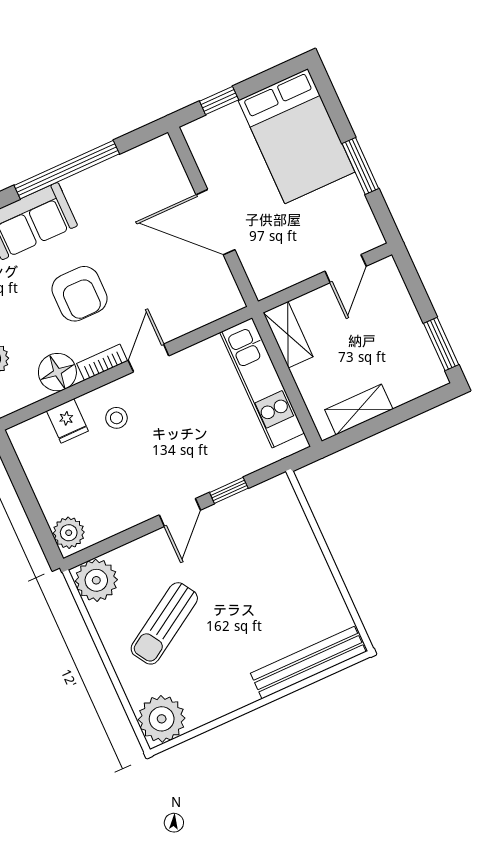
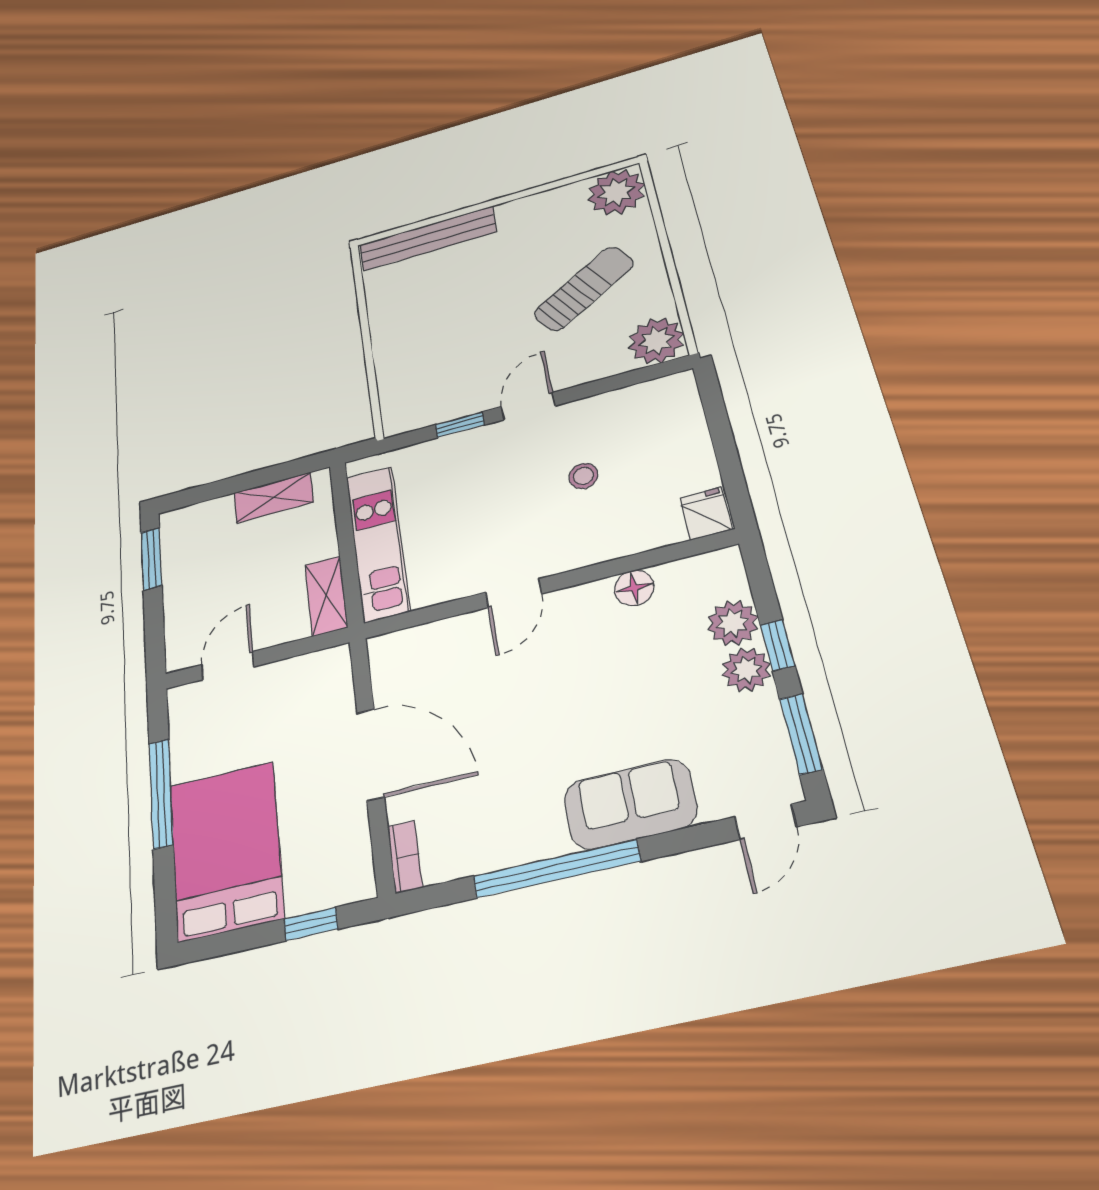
window: (360, 166) -> (161, 793), width x1.44
armchair: (79, 294) -> (584, 690), removed
bookcase: (102, 362) -> (405, 857), moved, turned -90
floor lamp: (57, 372) -> (634, 588), width x0.73, depth x0.73
stool: (116, 418) -> (583, 476), moved
fridge: (67, 421) -> (706, 514), moved
plant: (69, 533) -> (678, 397), removed

